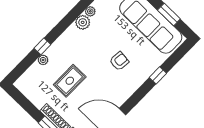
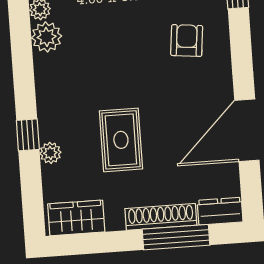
armchair: (119, 61) -> (187, 41), moved
wardrobe: (28, 89) -> (76, 218), added

